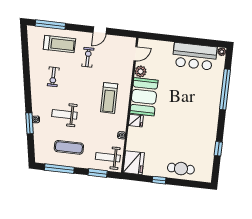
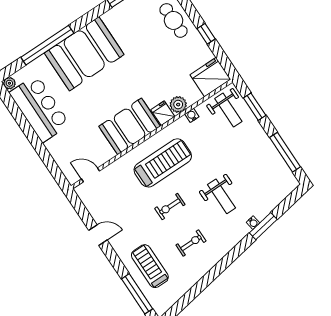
exercise bike: (88, 57) -> (170, 206), moved
plant: (141, 71) -> (178, 105), moved
treadmill: (109, 98) -> (163, 163), width x1.37, depth x1.38
booth: (204, 105) -> (84, 54), added
exercise mat: (69, 147) -> (253, 161), removed

